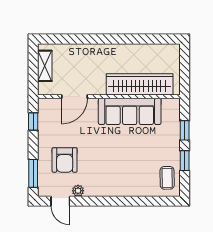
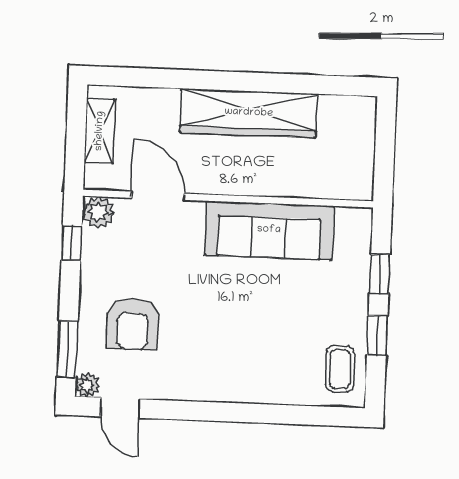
wardrobe: (140, 84) -> (249, 113), moved, turned 180
door: (75, 97) -> (158, 196), swing flipped
plant: (46, 106) -> (98, 212), added
plant: (78, 191) -> (87, 385), moved

